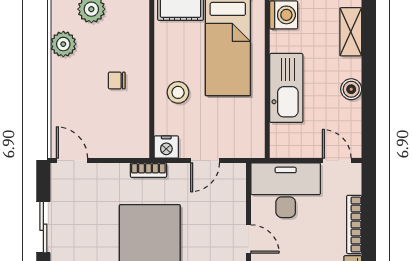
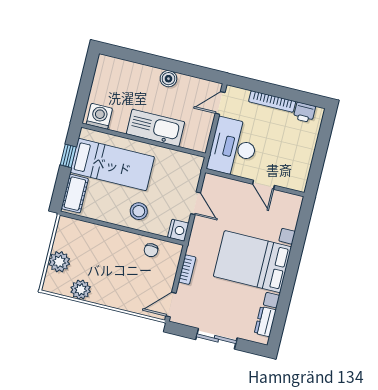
shelving: (351, 32) -> (125, 68), removed
chair: (117, 80) -> (151, 250), moved
bookcase: (148, 170) -> (187, 270), moved
door: (248, 239) -> (263, 185), swing flipped

